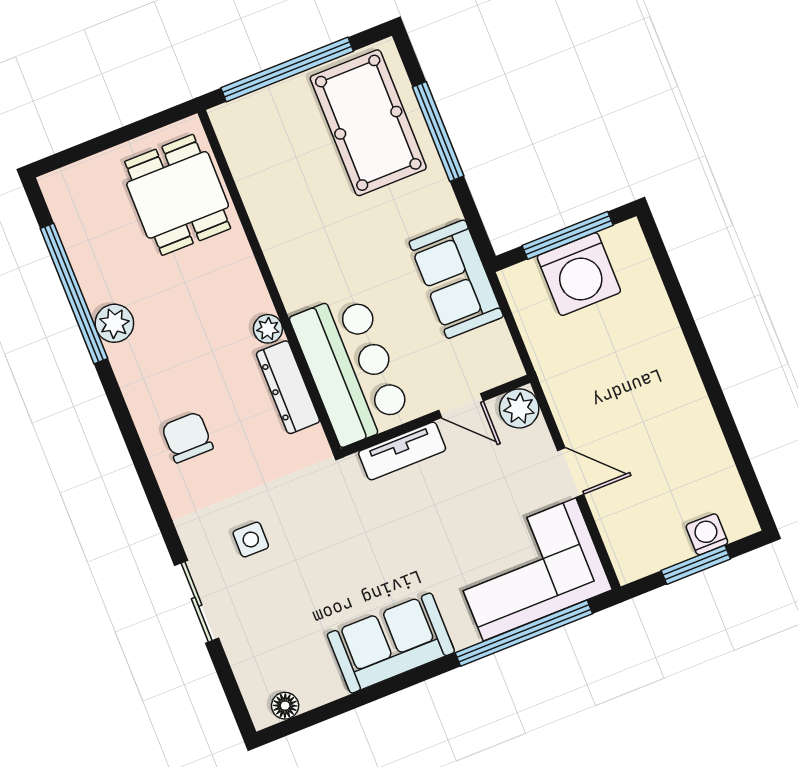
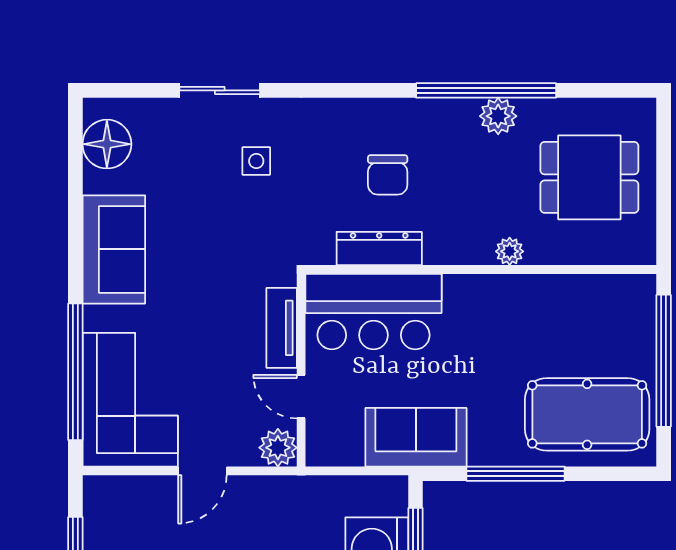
window: (438, 131) -> (515, 474), moved
dining table: (178, 195) -> (589, 177), moved
window: (74, 293) -> (486, 90), moved
plant: (268, 329) -> (510, 251), moved
door: (461, 406) -> (301, 397), hinge flipped
chair: (187, 437) -> (388, 175), moved, turned 90
floor lamp: (285, 706) -> (107, 144), width x1.89, depth x1.89

